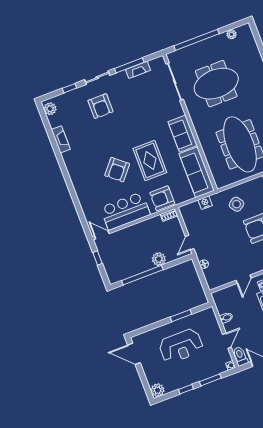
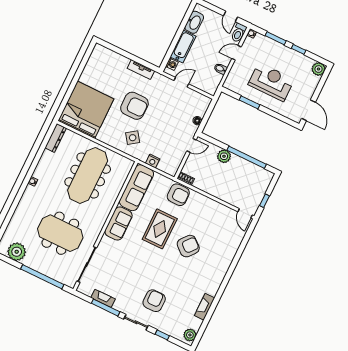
plant: (231, 34) -> (17, 252), width x1.88, depth x1.88
bar counter: (125, 211) -> (212, 212), removed

